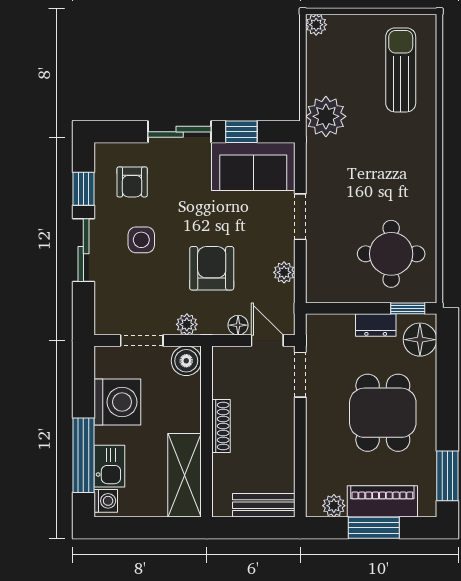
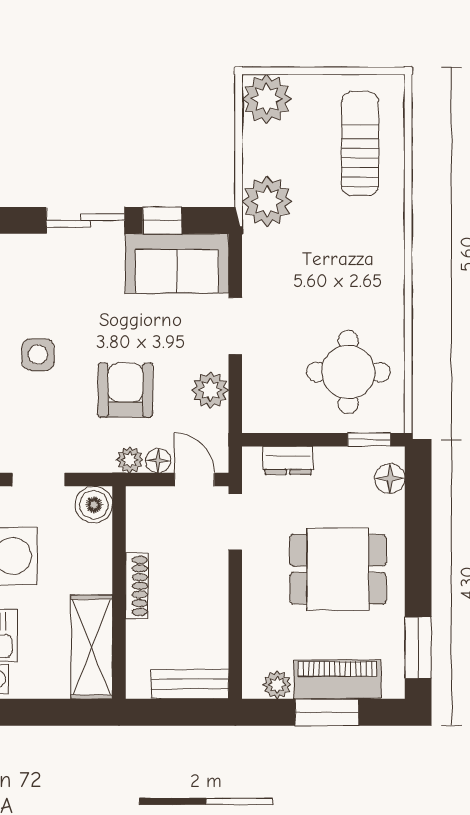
plant: (316, 25) -> (267, 99), width x1.87, depth x1.87
armchair: (132, 182) -> (27, 283), removed
plant: (284, 272) -> (210, 390), width x1.38, depth x1.38
plant: (187, 324) -> (130, 460), moved
dresser: (376, 325) -> (288, 460), moved
floor lamp: (420, 340) -> (390, 478), width x0.73, depth x0.73
dining table: (383, 413) -> (338, 569), turned 90

